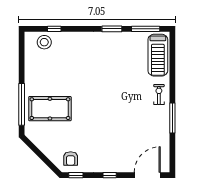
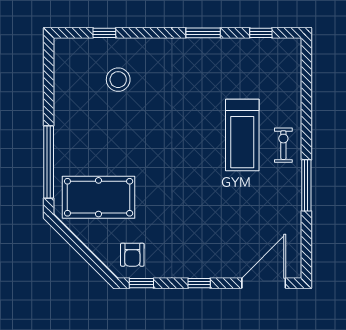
window: (146, 29) -> (261, 33), width x0.46
stool: (44, 42) -> (118, 80), moved
treadmill: (158, 55) -> (242, 135), moved
pool table: (50, 109) -> (99, 197), moved

